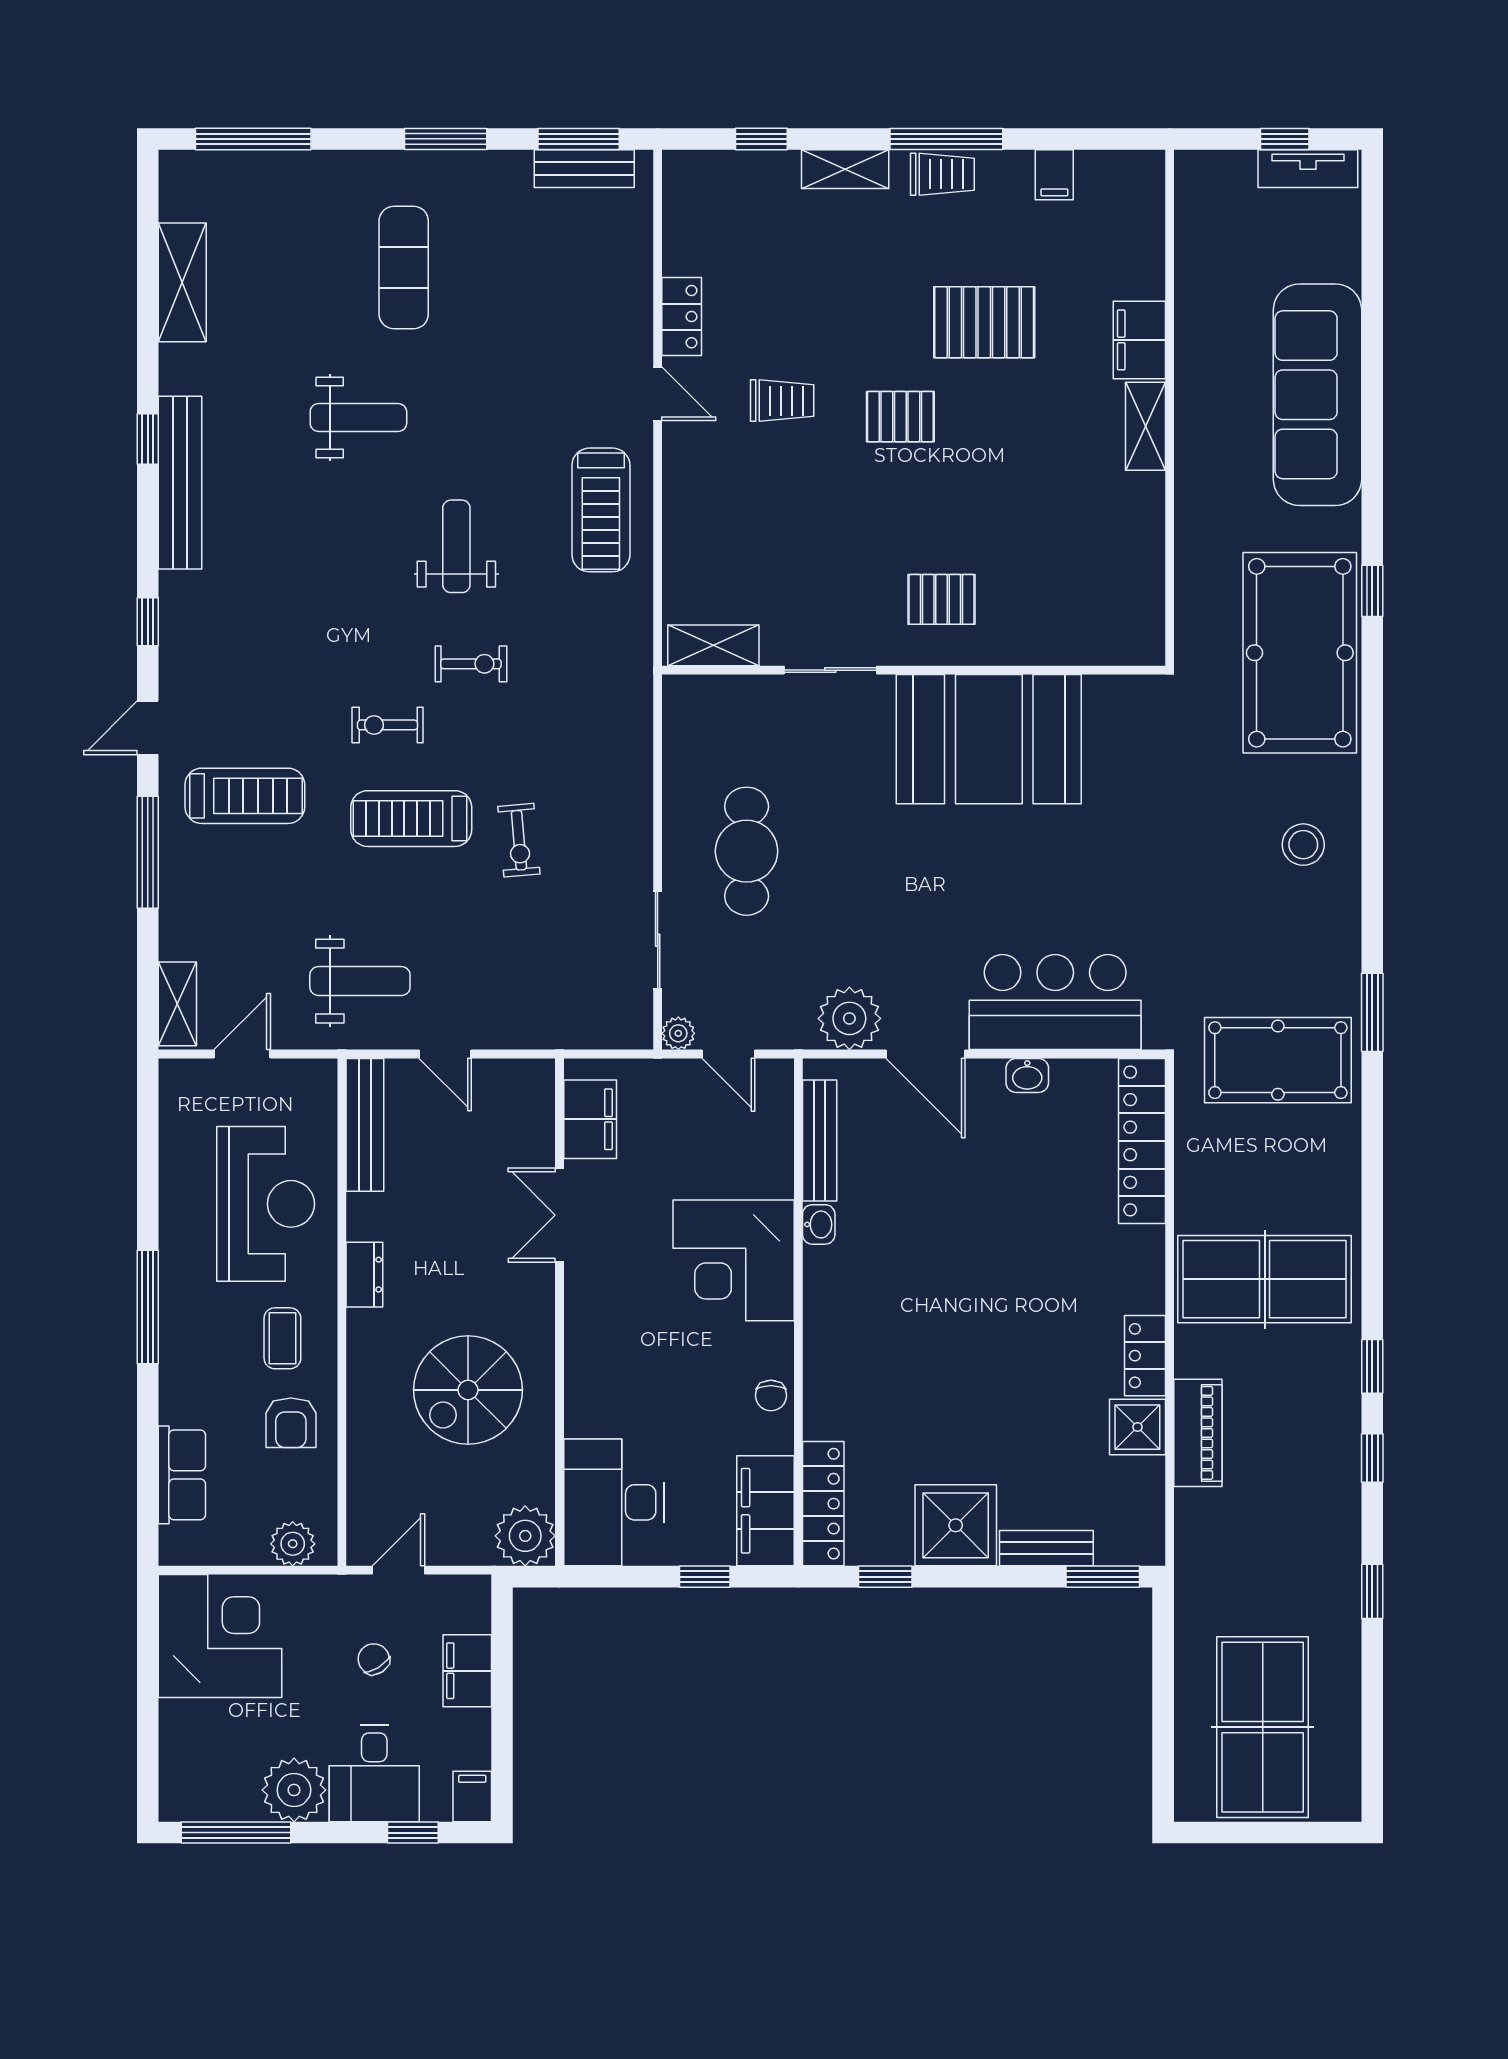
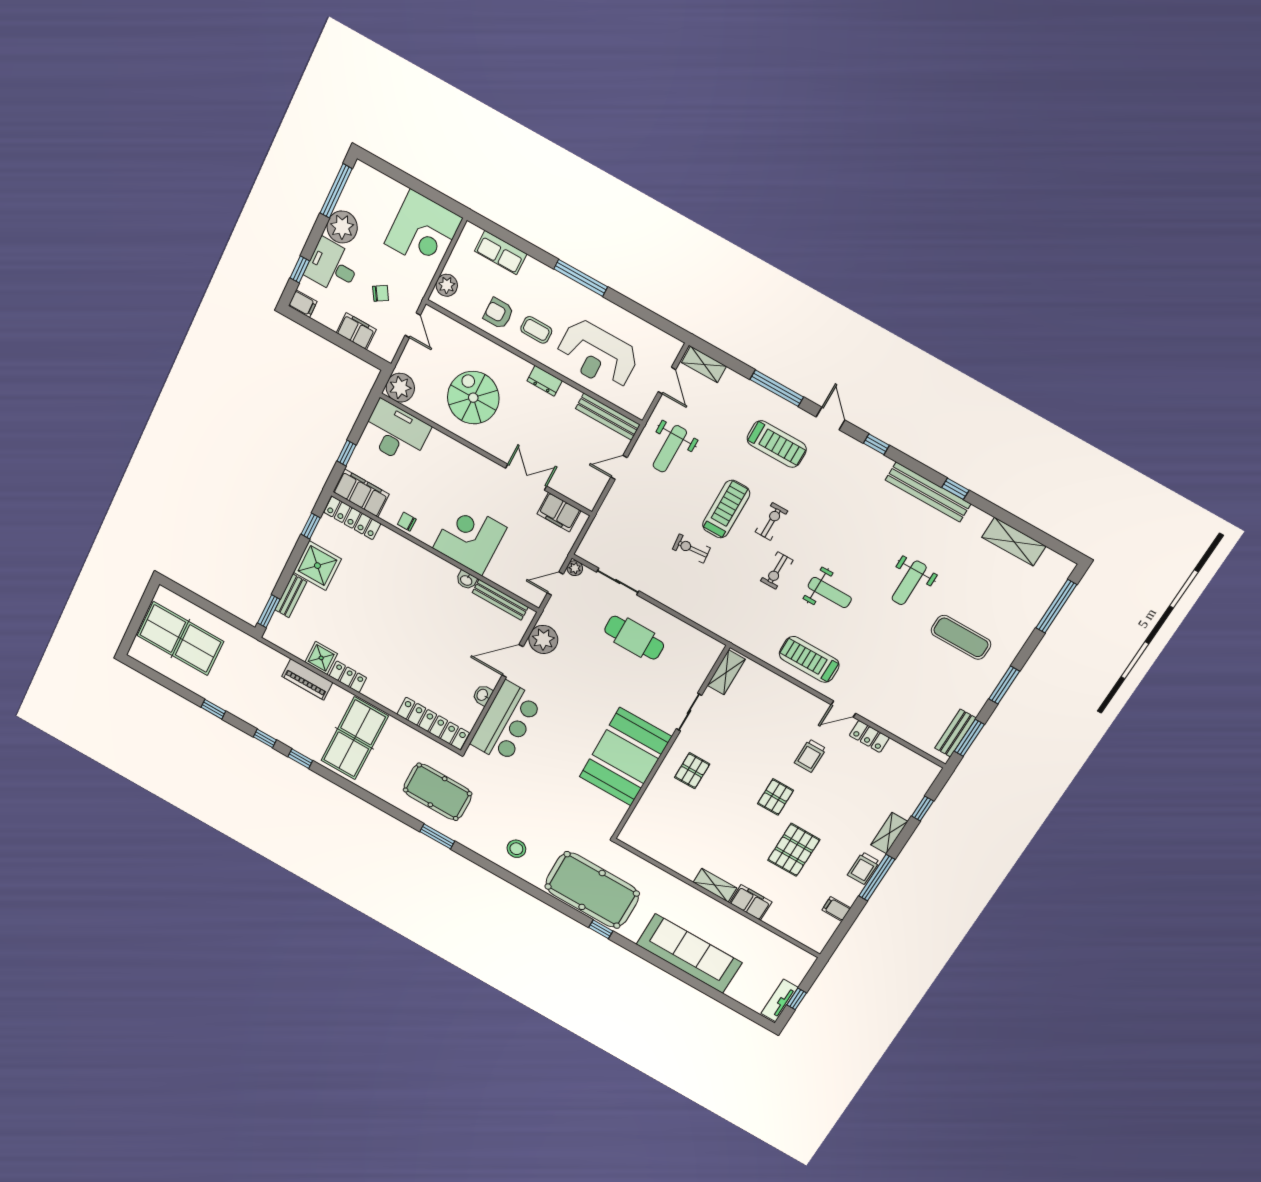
treadmill: (245, 796) -> (777, 444), turned -90
pool table: (1278, 1060) -> (437, 792), turned 90

